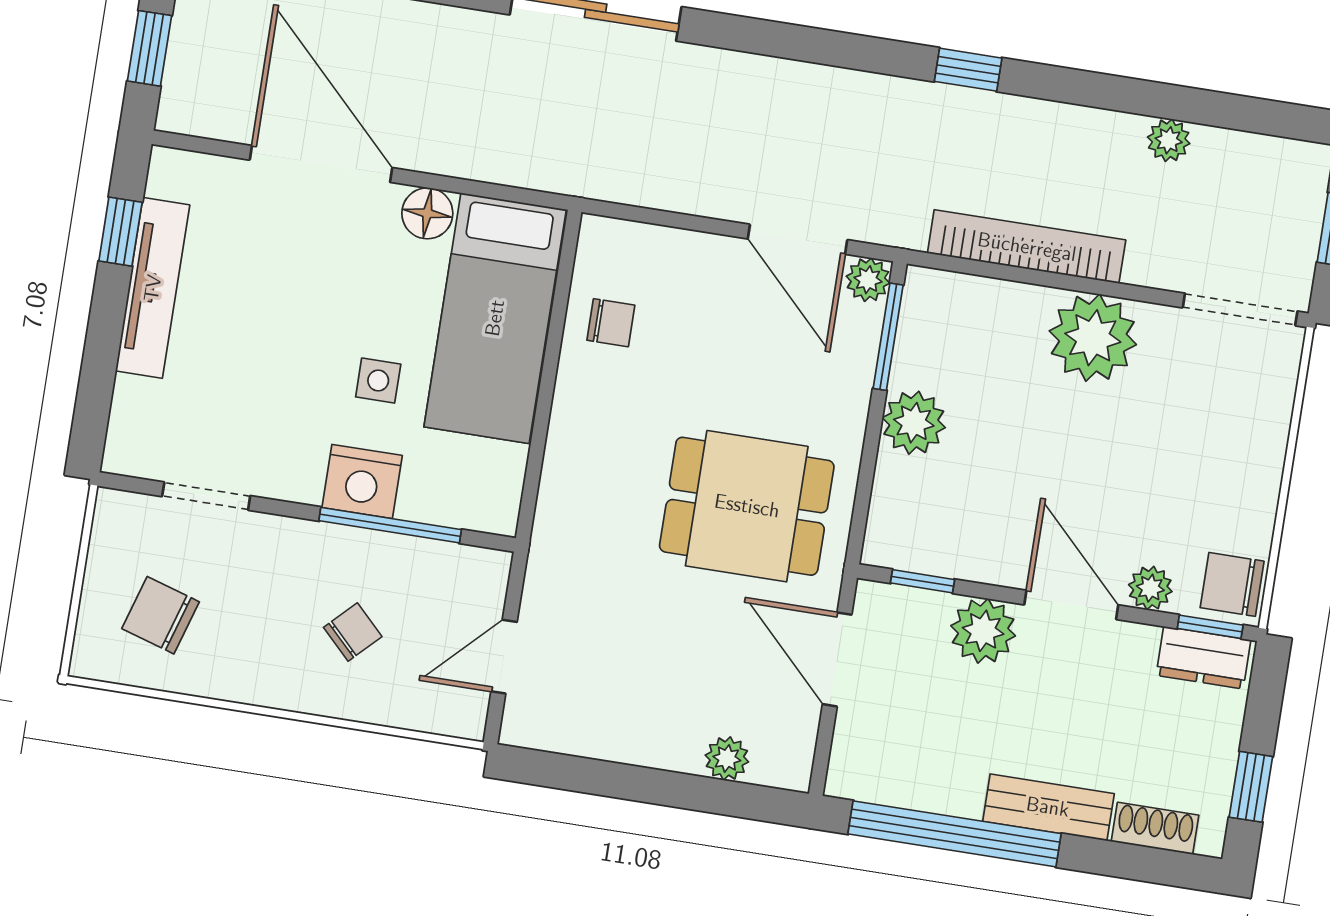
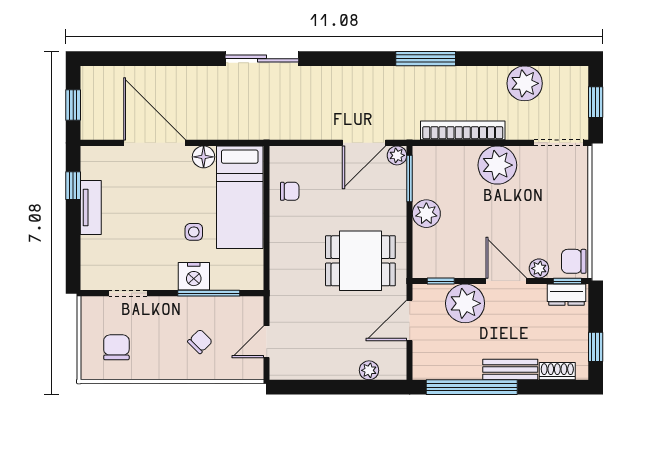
window: (968, 70) -> (426, 59), width x2.17
plant: (1169, 140) -> (525, 83), width x1.88, depth x1.88
door: (797, 239) -> (364, 143), hinge flipped
tv unit: (153, 288) -> (91, 208), width x0.71
chair: (161, 615) -> (116, 347), turned 73
plant: (983, 631) -> (465, 303), width x1.36, depth x1.36
door: (837, 659) -> (410, 320), hinge flipped

